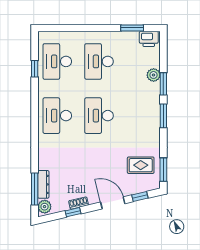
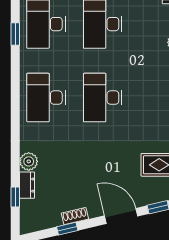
dresser: (43, 184) -> (27, 185), width x0.70
window: (35, 189) -> (15, 197), width x0.46
plant: (45, 207) -> (29, 161), moved

